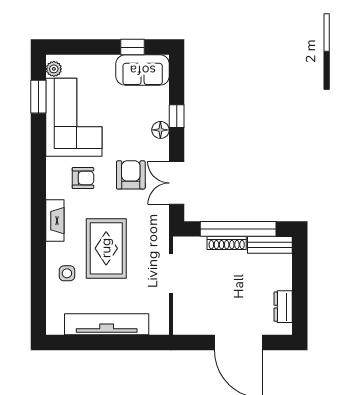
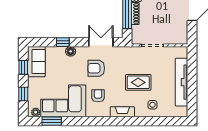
window: (86, 47) -> (23, 94), added
double door: (177, 183) -> (101, 42), swing flipped
rug: (106, 248) -> (138, 82), width x0.73, depth x0.70

